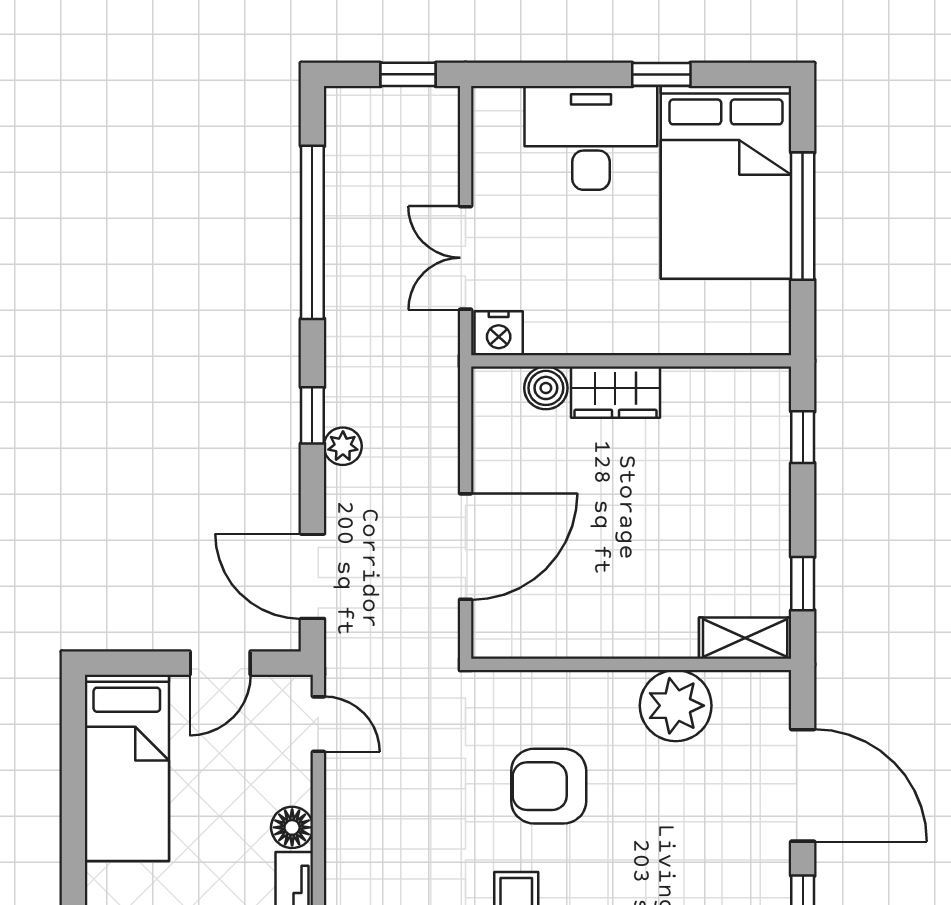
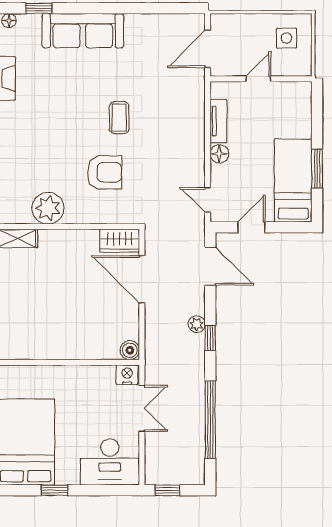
desk: (591, 138) -> (110, 462), moved
boiler: (546, 388) -> (130, 350), moved
wardrobe: (615, 392) -> (120, 241), moved, turned 180
door: (466, 547) -> (142, 279), hinge flipped
window: (73, 794) -> (317, 169), added

